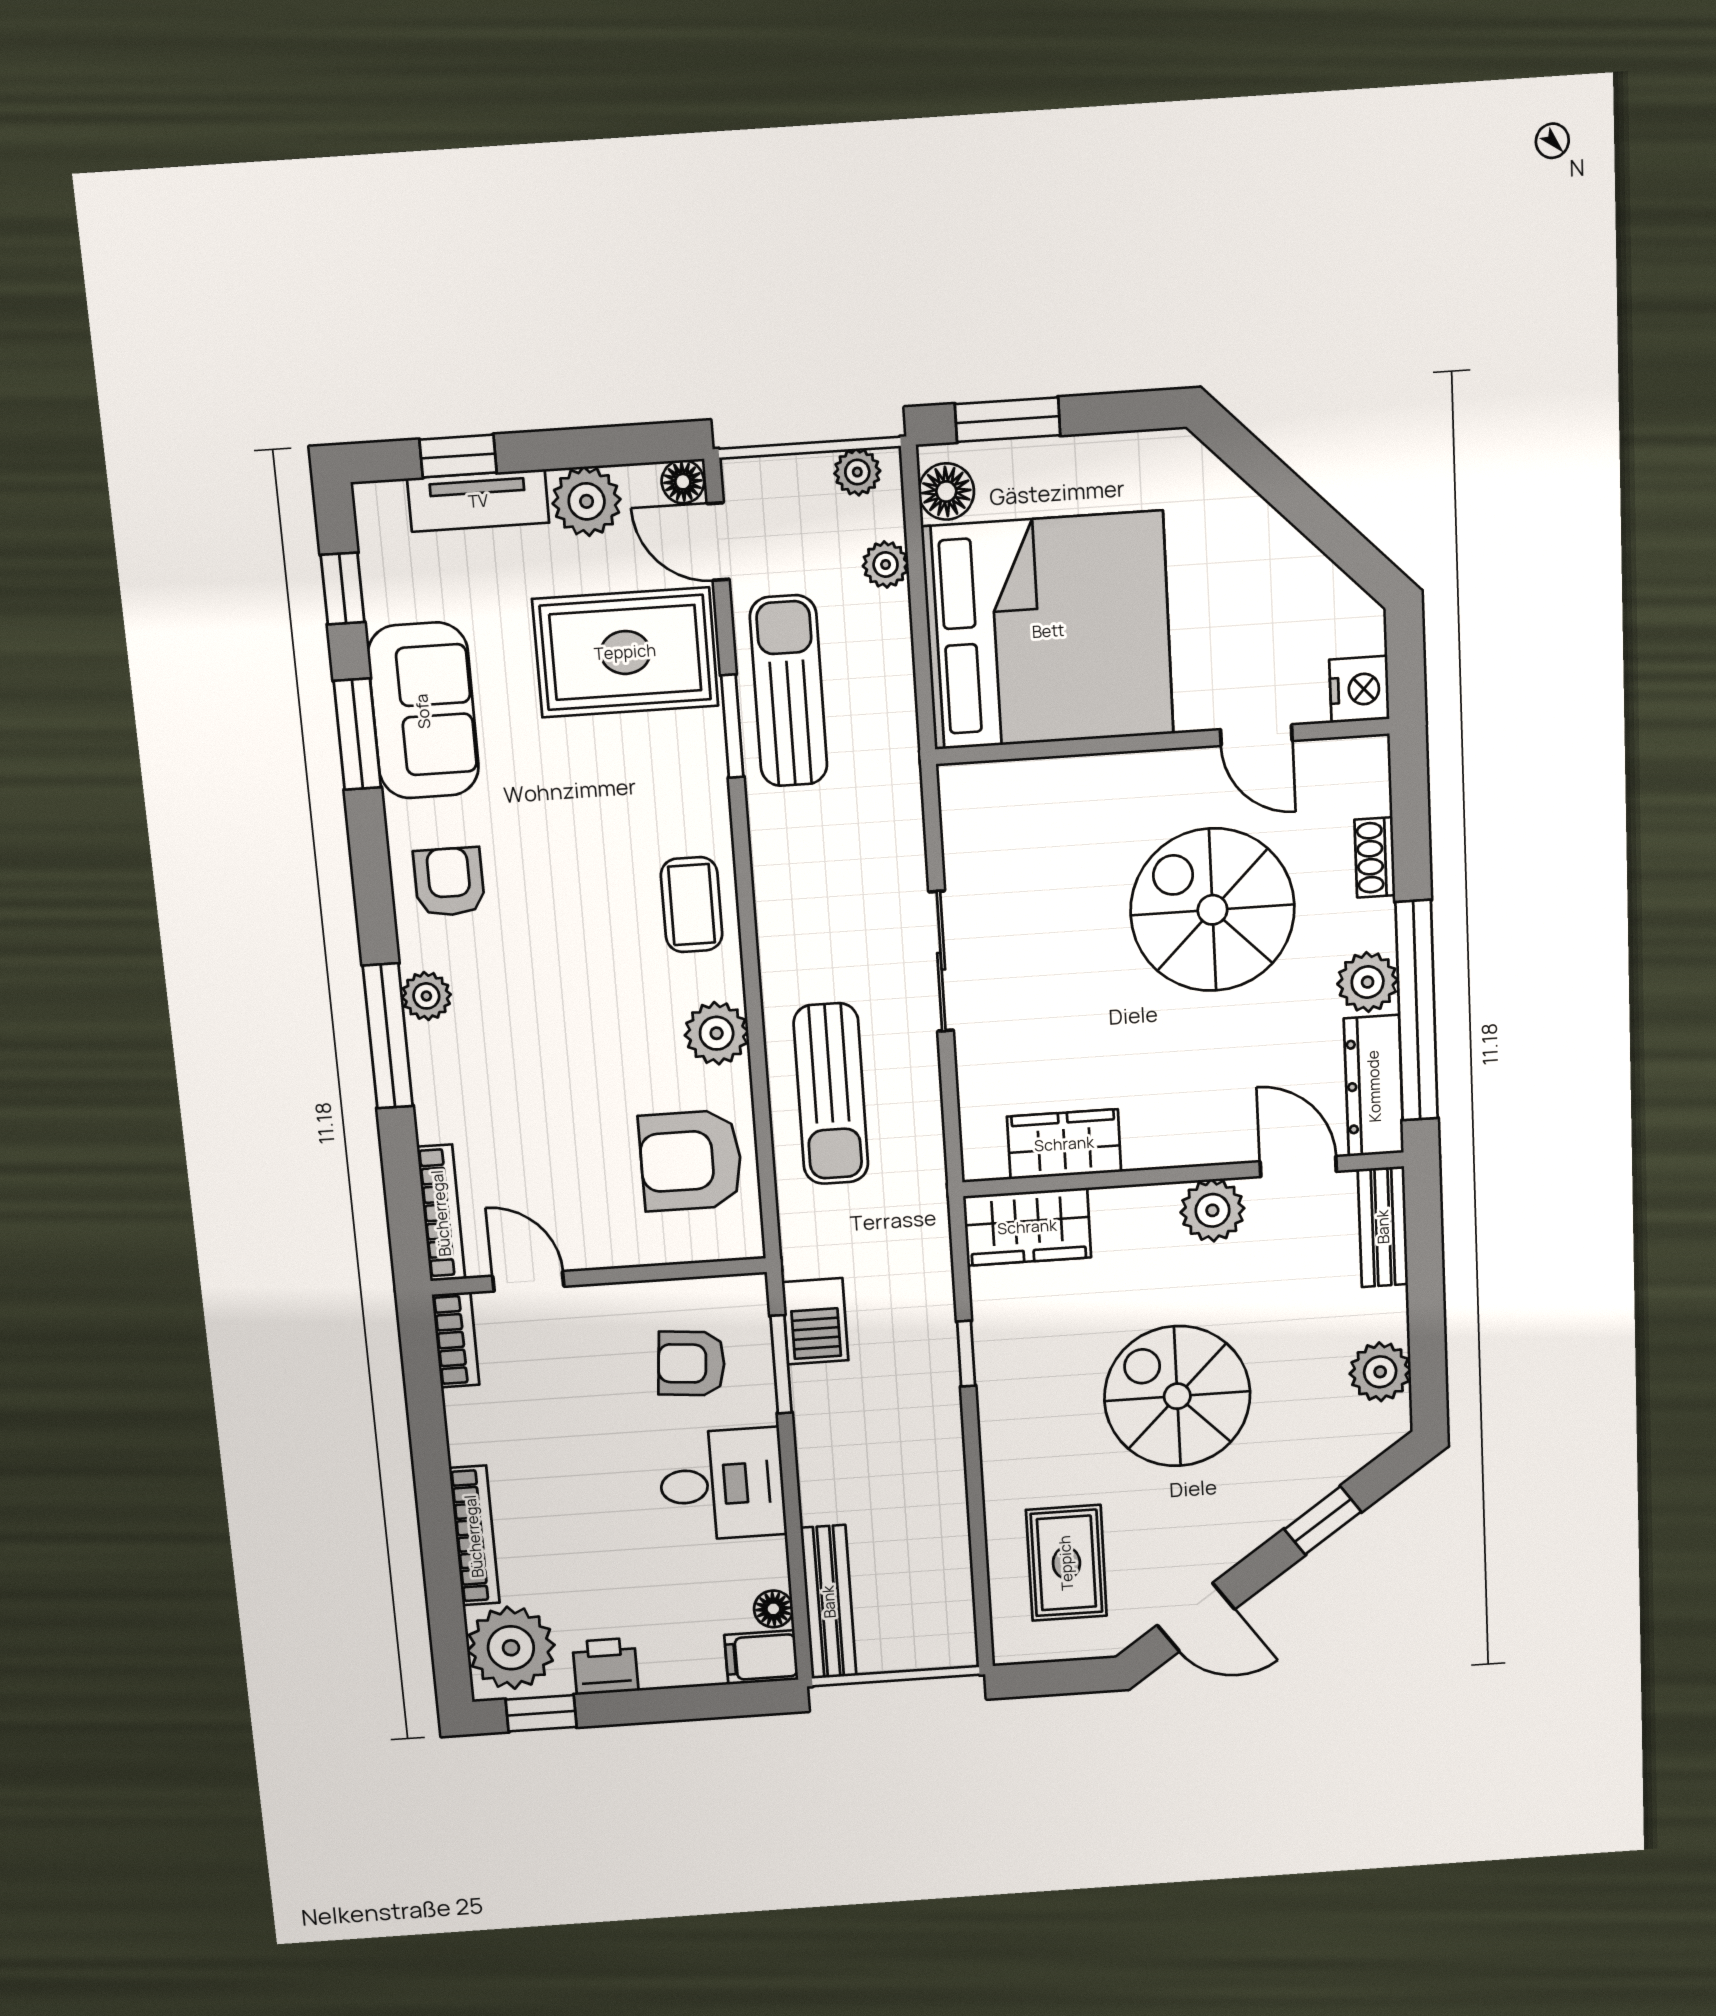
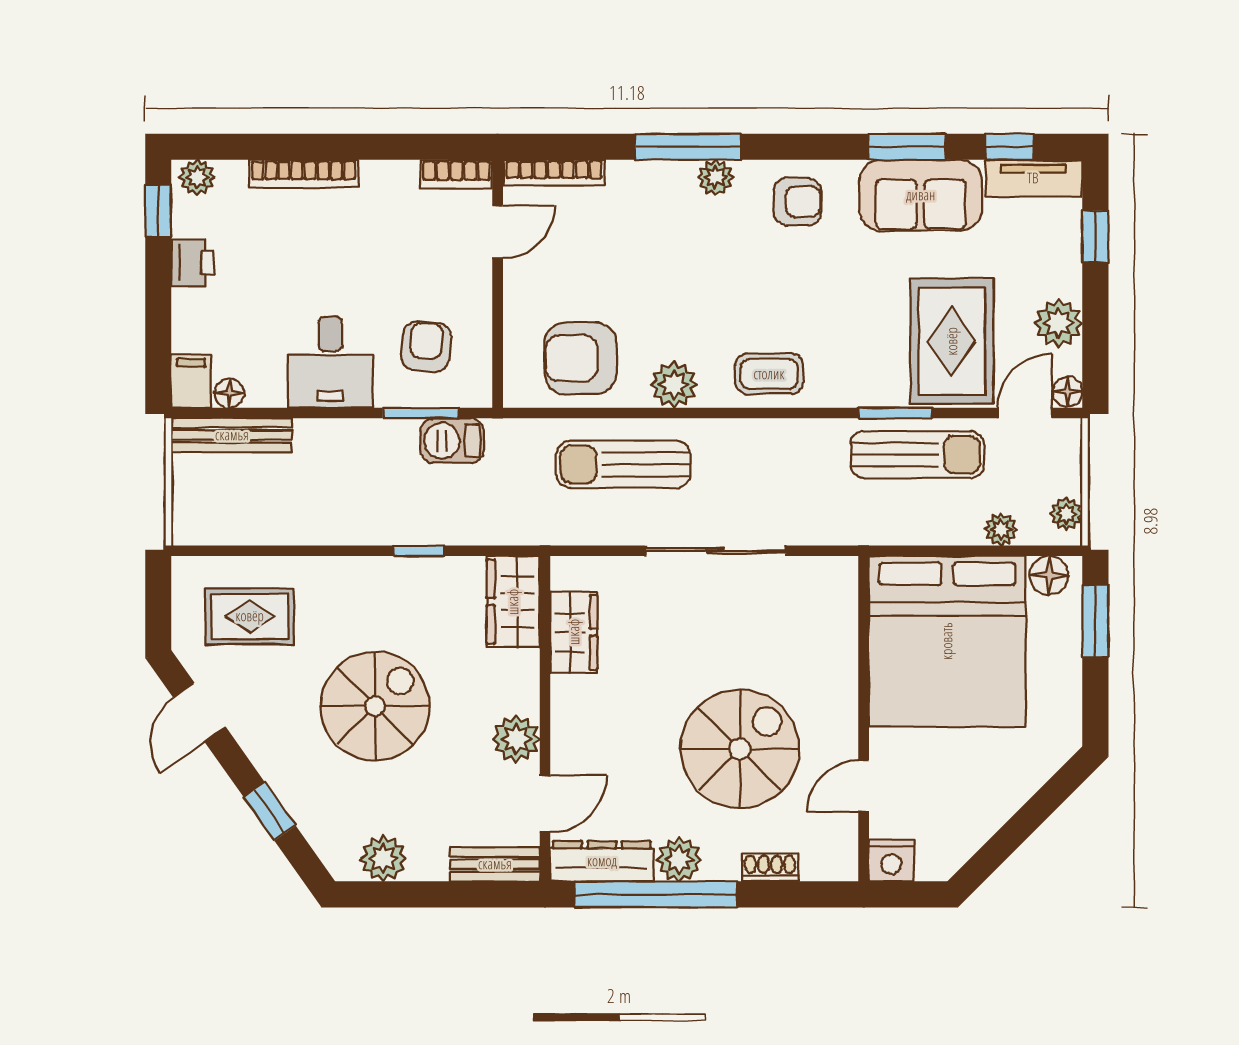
tv unit: (478, 501) -> (1033, 178), moved, turned -90
sliding door: (941, 961) -> (716, 551), width x1.37
armchair: (691, 1161) -> (580, 358), turned -90
plant: (511, 1648) -> (197, 177), width x0.53, depth x0.53

